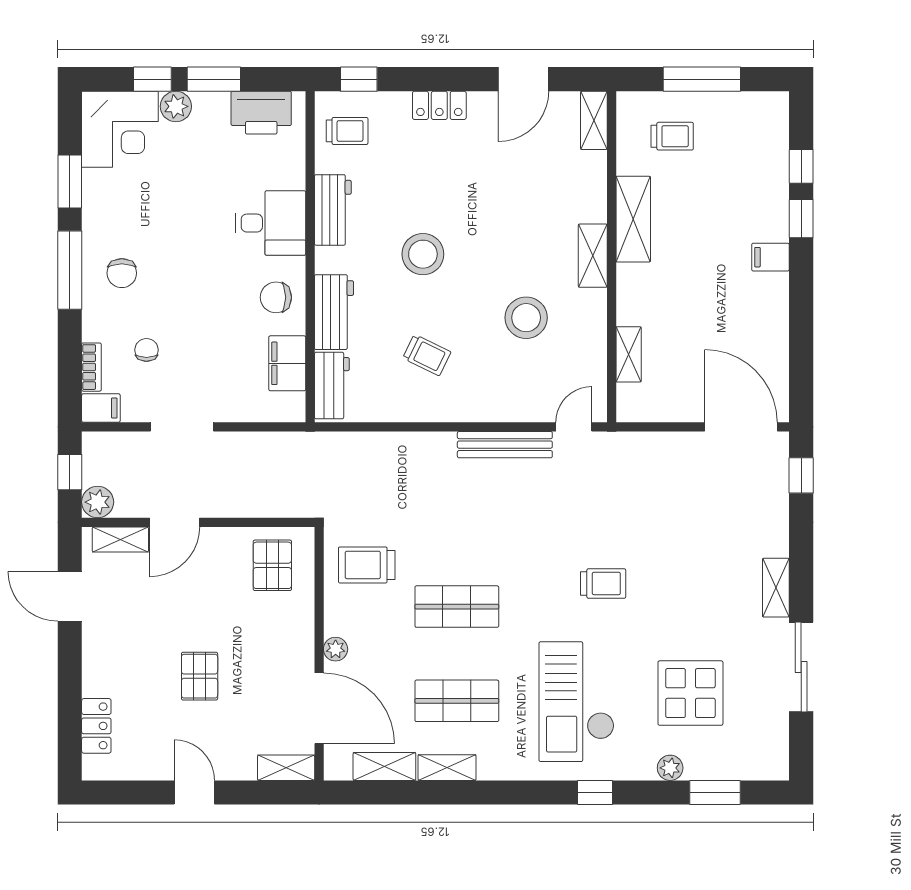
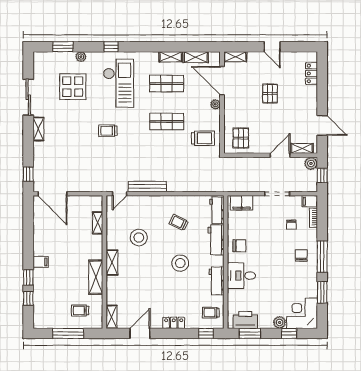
window: (214, 79) -> (250, 333), moved
filing cabinet: (287, 363) -> (242, 203), moved, turned 90

